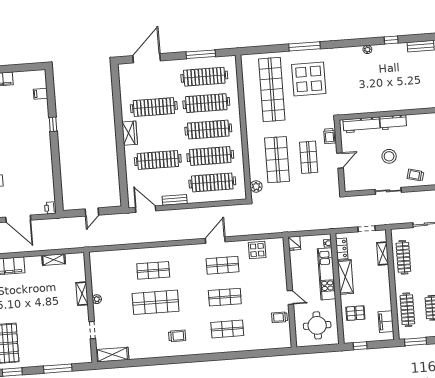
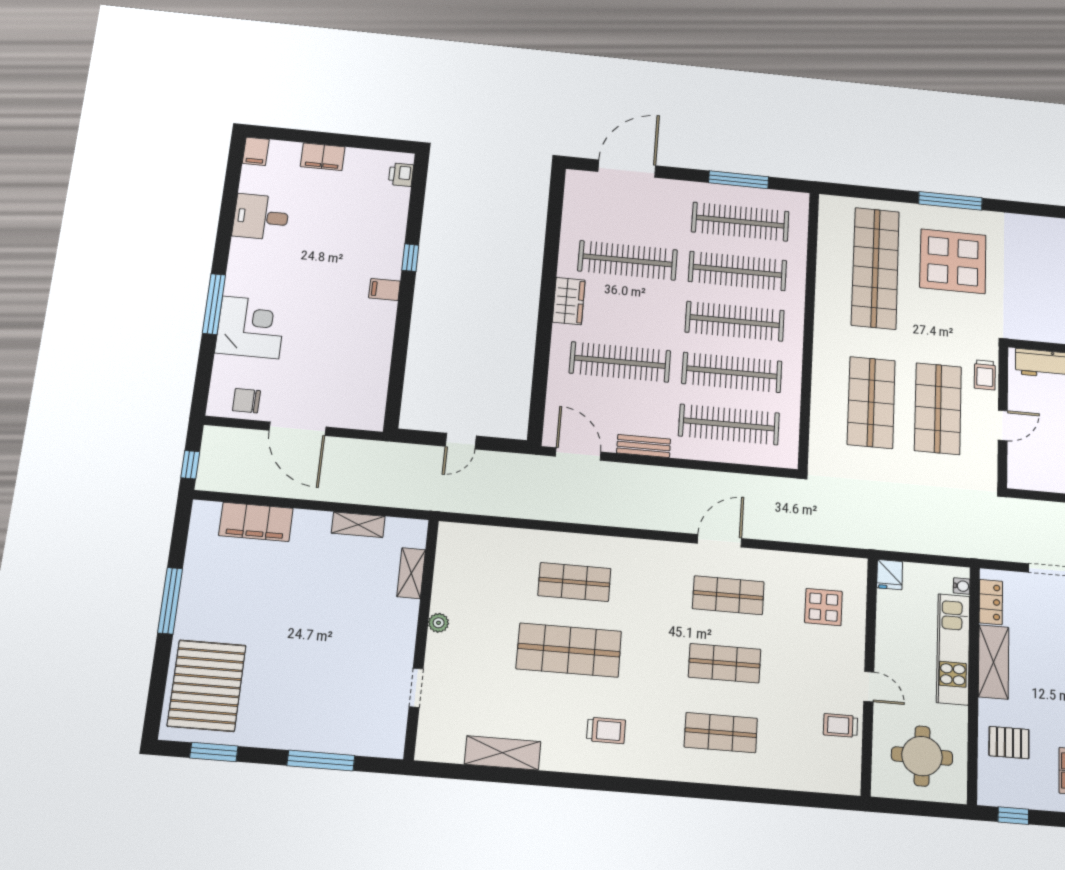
filing cabinet: (40, 94) -> (384, 290), moved
shop shelf: (309, 157) -> (938, 409), width x1.43, depth x1.36
plant: (256, 186) -> (821, 447), removed
printer: (50, 208) -> (401, 175), moved
display table: (257, 250) -> (823, 607), moved
shelving: (82, 294) -> (411, 573), moved
shelving: (112, 355) -> (503, 753), moved

